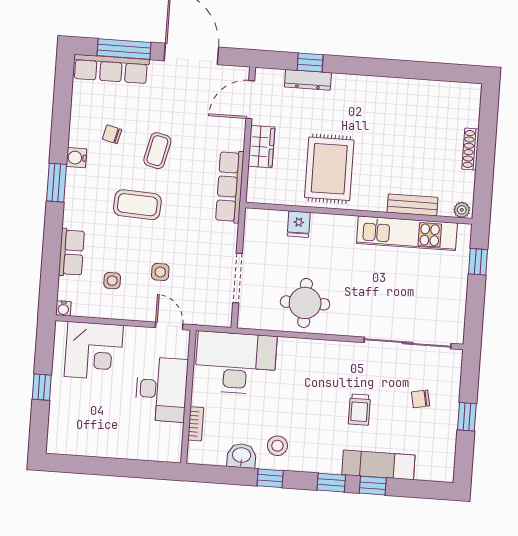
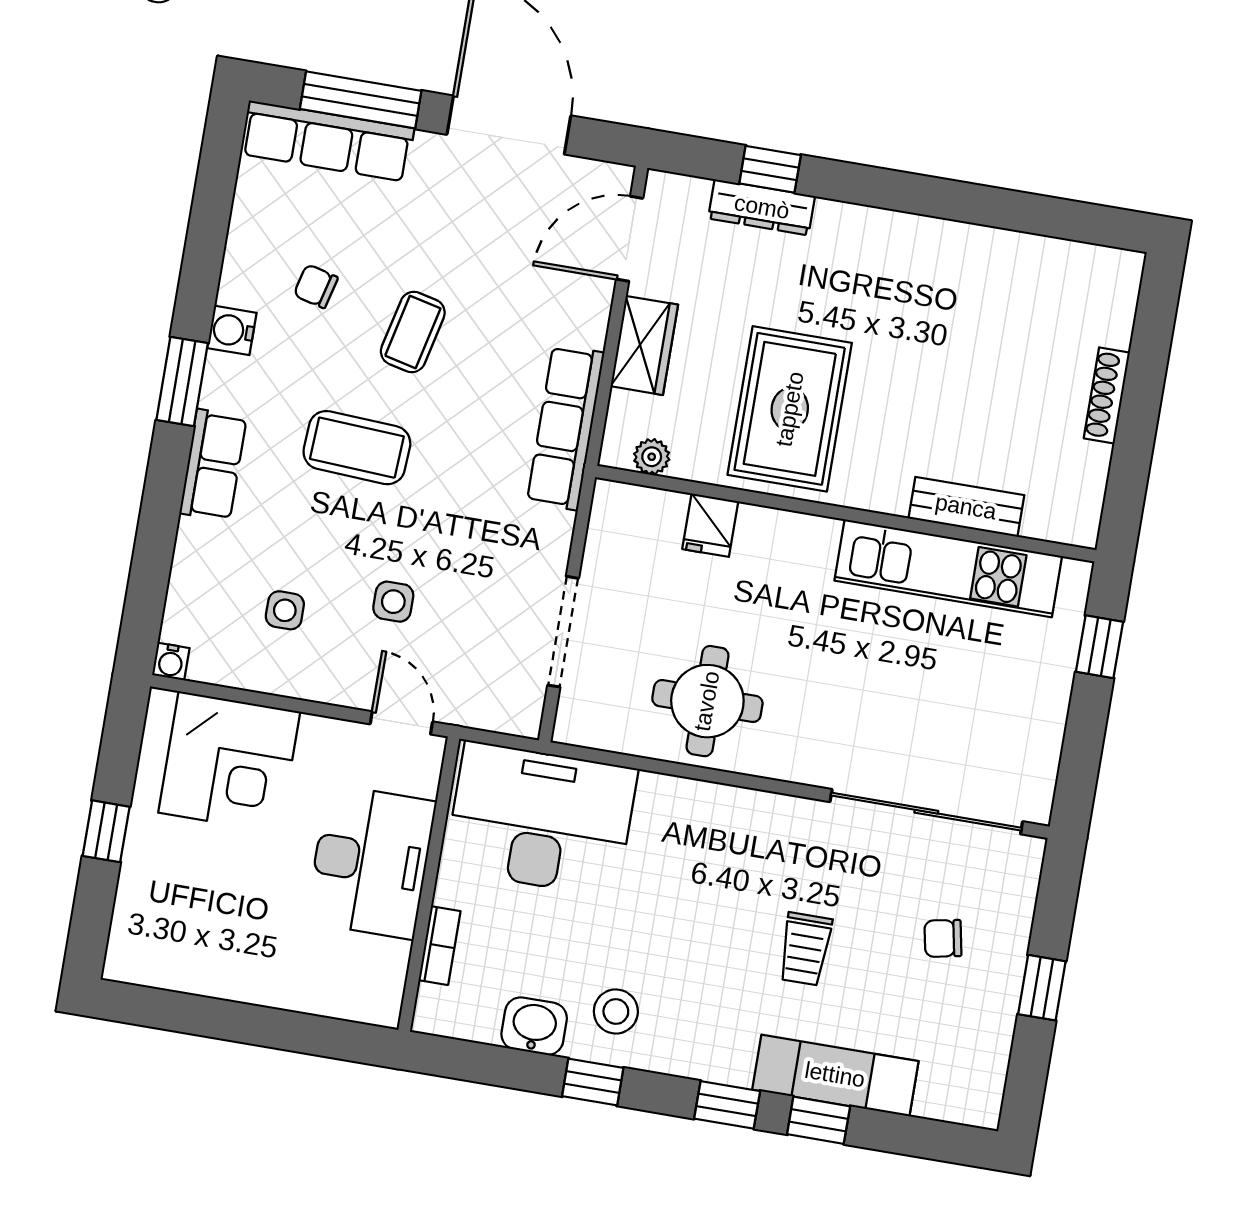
plant: (462, 210) -> (652, 457), moved
row of seats: (71, 252) -> (213, 465), moved

